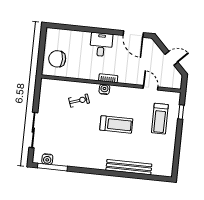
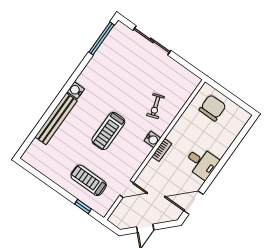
water cooler: (47, 159) -> (76, 90), moved

